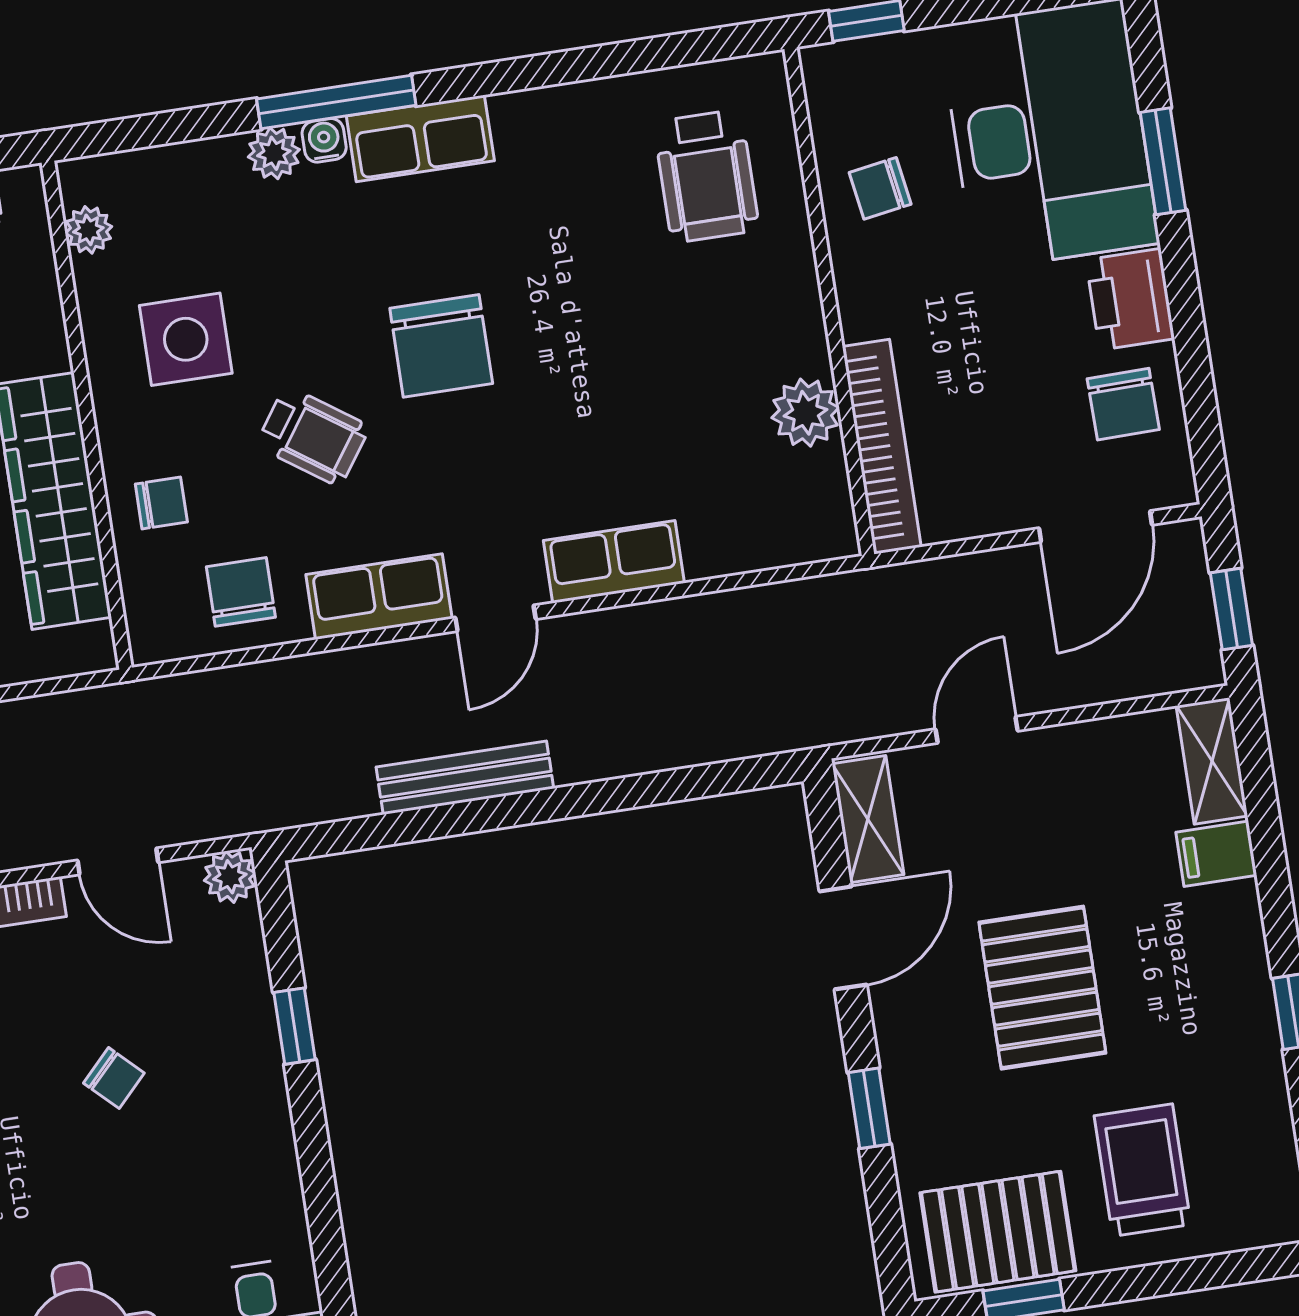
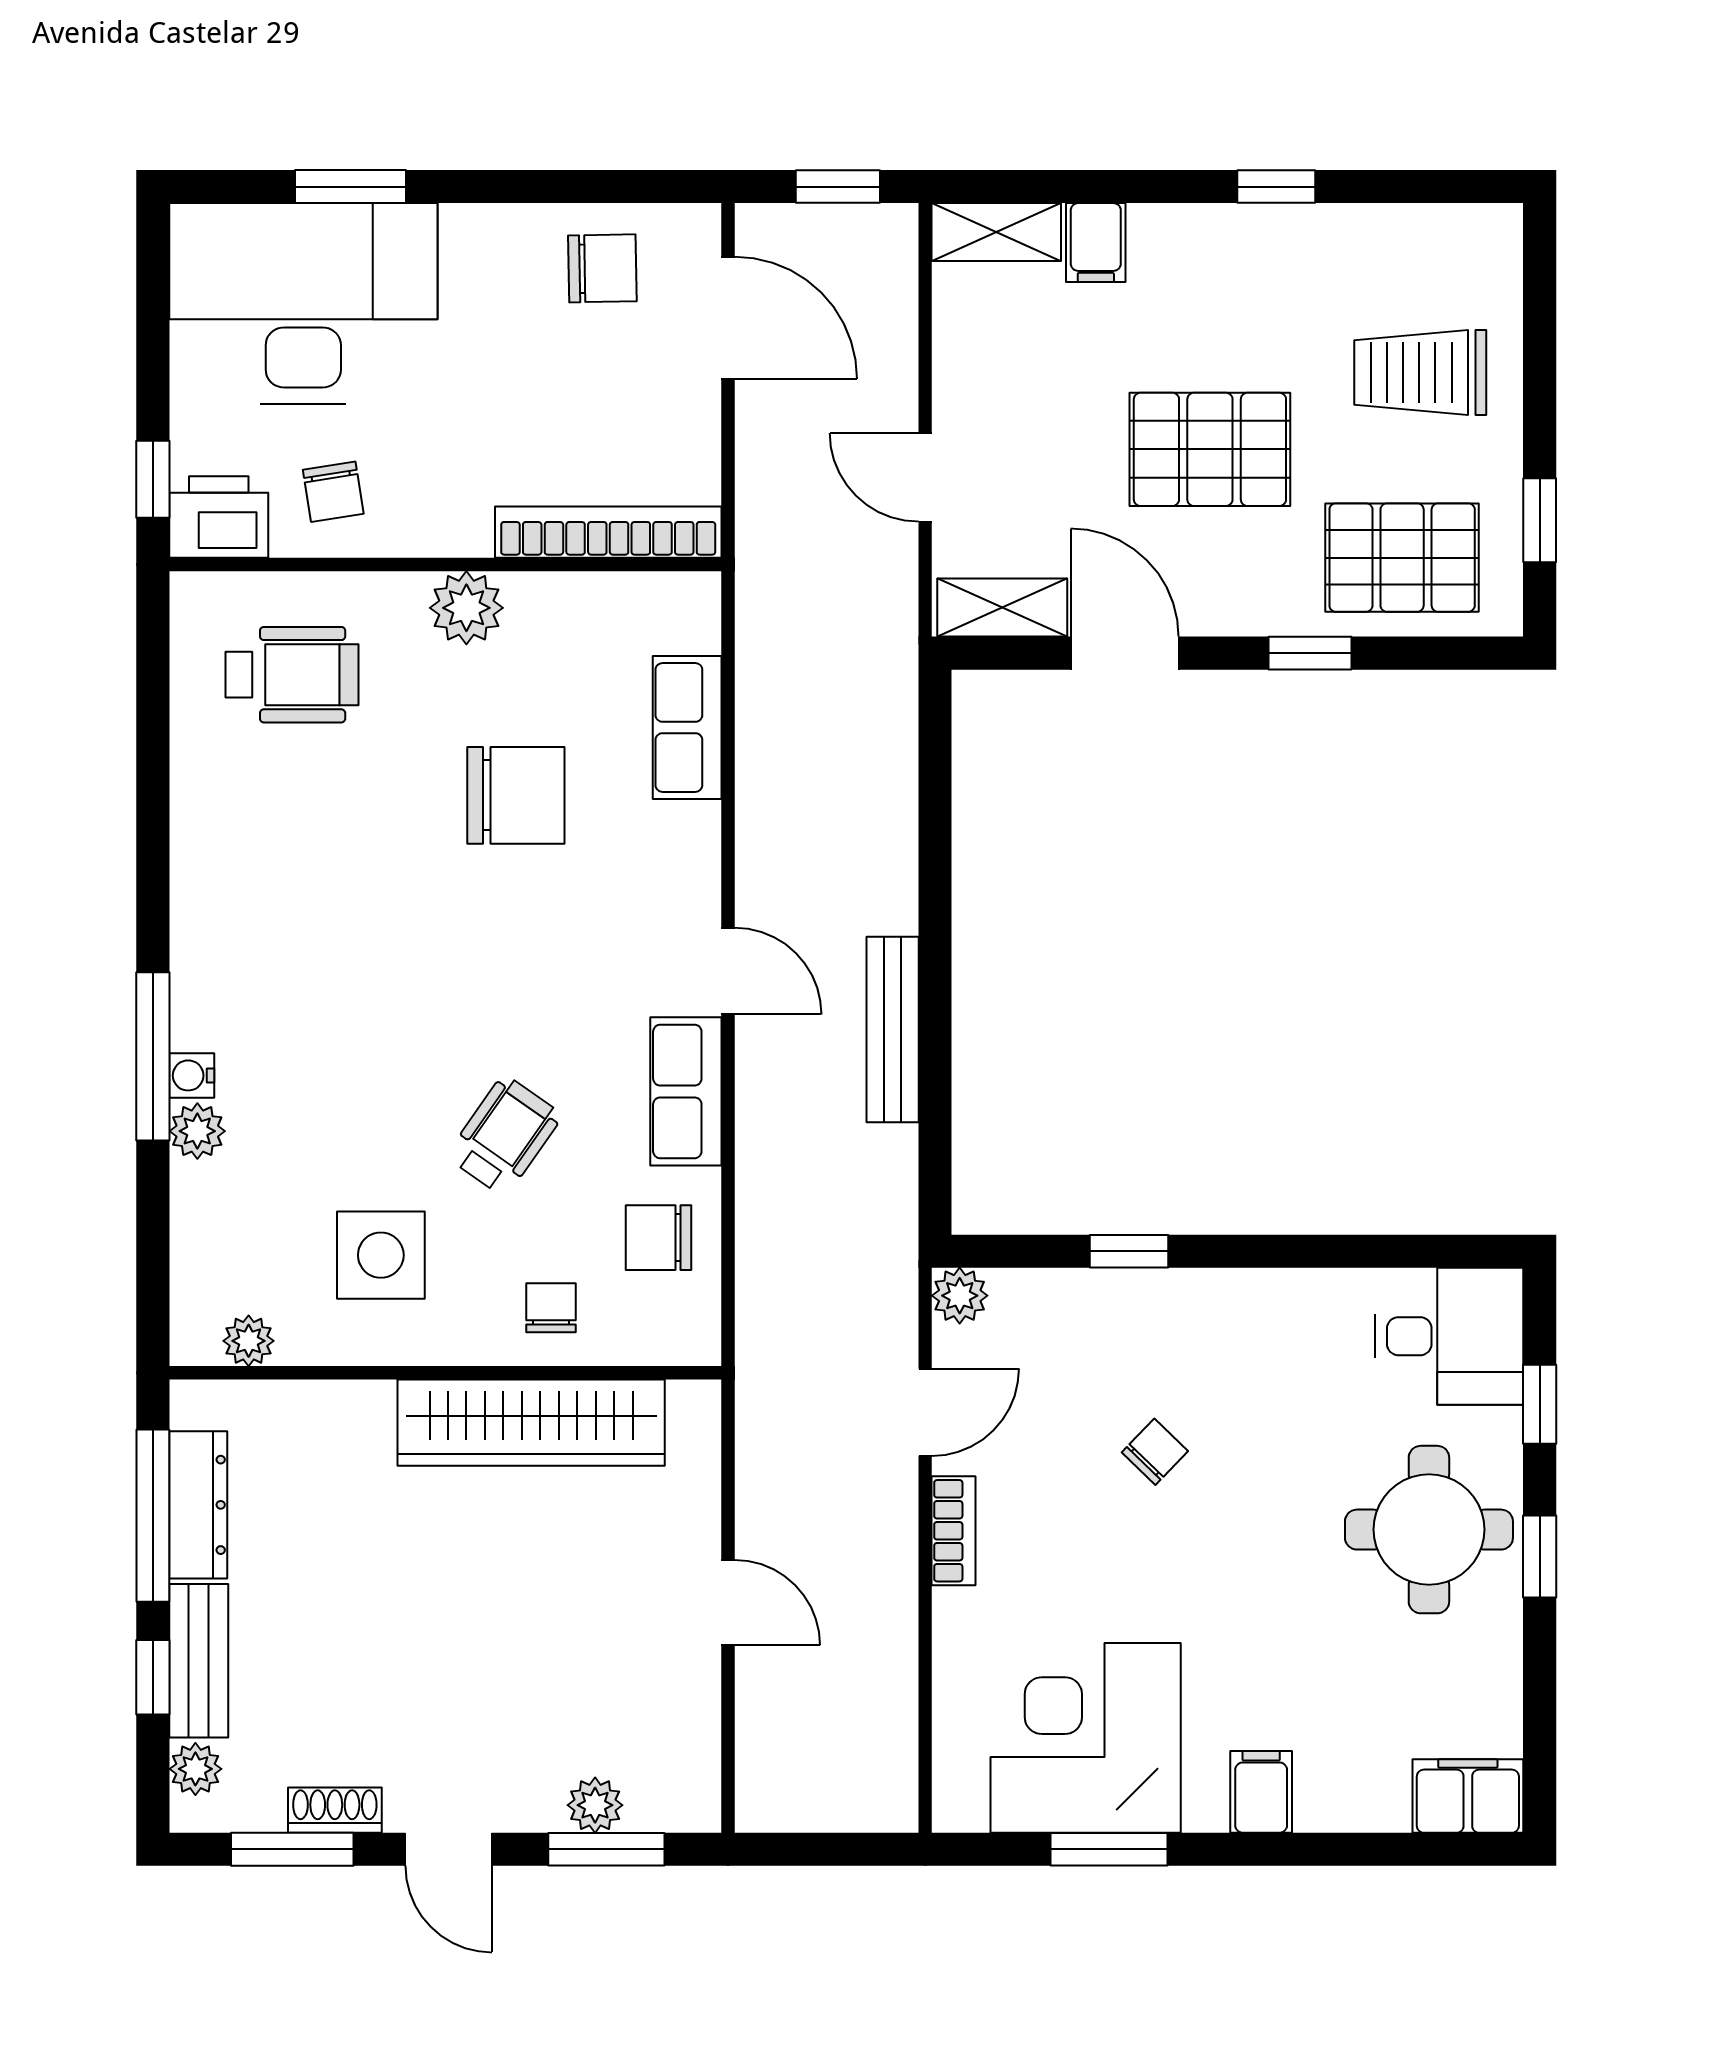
row of seats: (420, 138) -> (205, 973), removed
printer: (1130, 299) -> (219, 517), moved, turned 180
chair: (441, 346) -> (516, 795), moved
plant: (805, 413) -> (466, 608), moved
row of seats: (614, 562) -> (687, 727), moved
pallet: (998, 1232) -> (1402, 558), moved, turned 90

